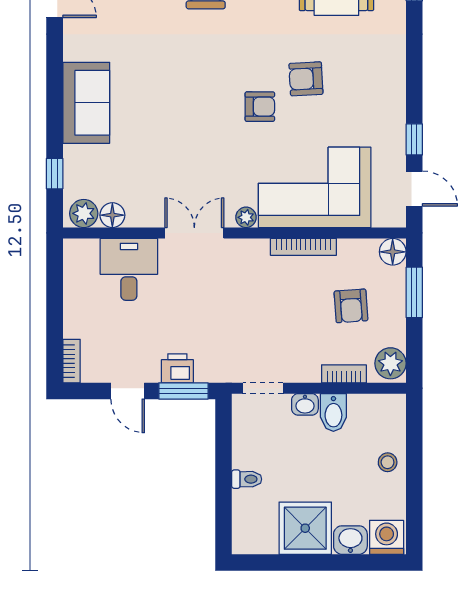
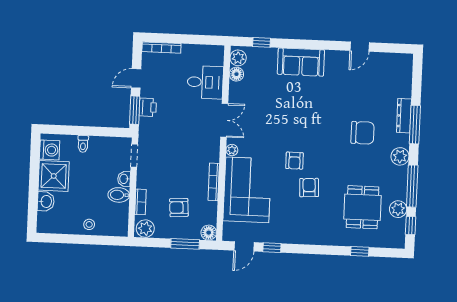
bookcase: (72, 361) -> (161, 48), width x1.56
washing machine: (387, 537) -> (50, 150), moved

